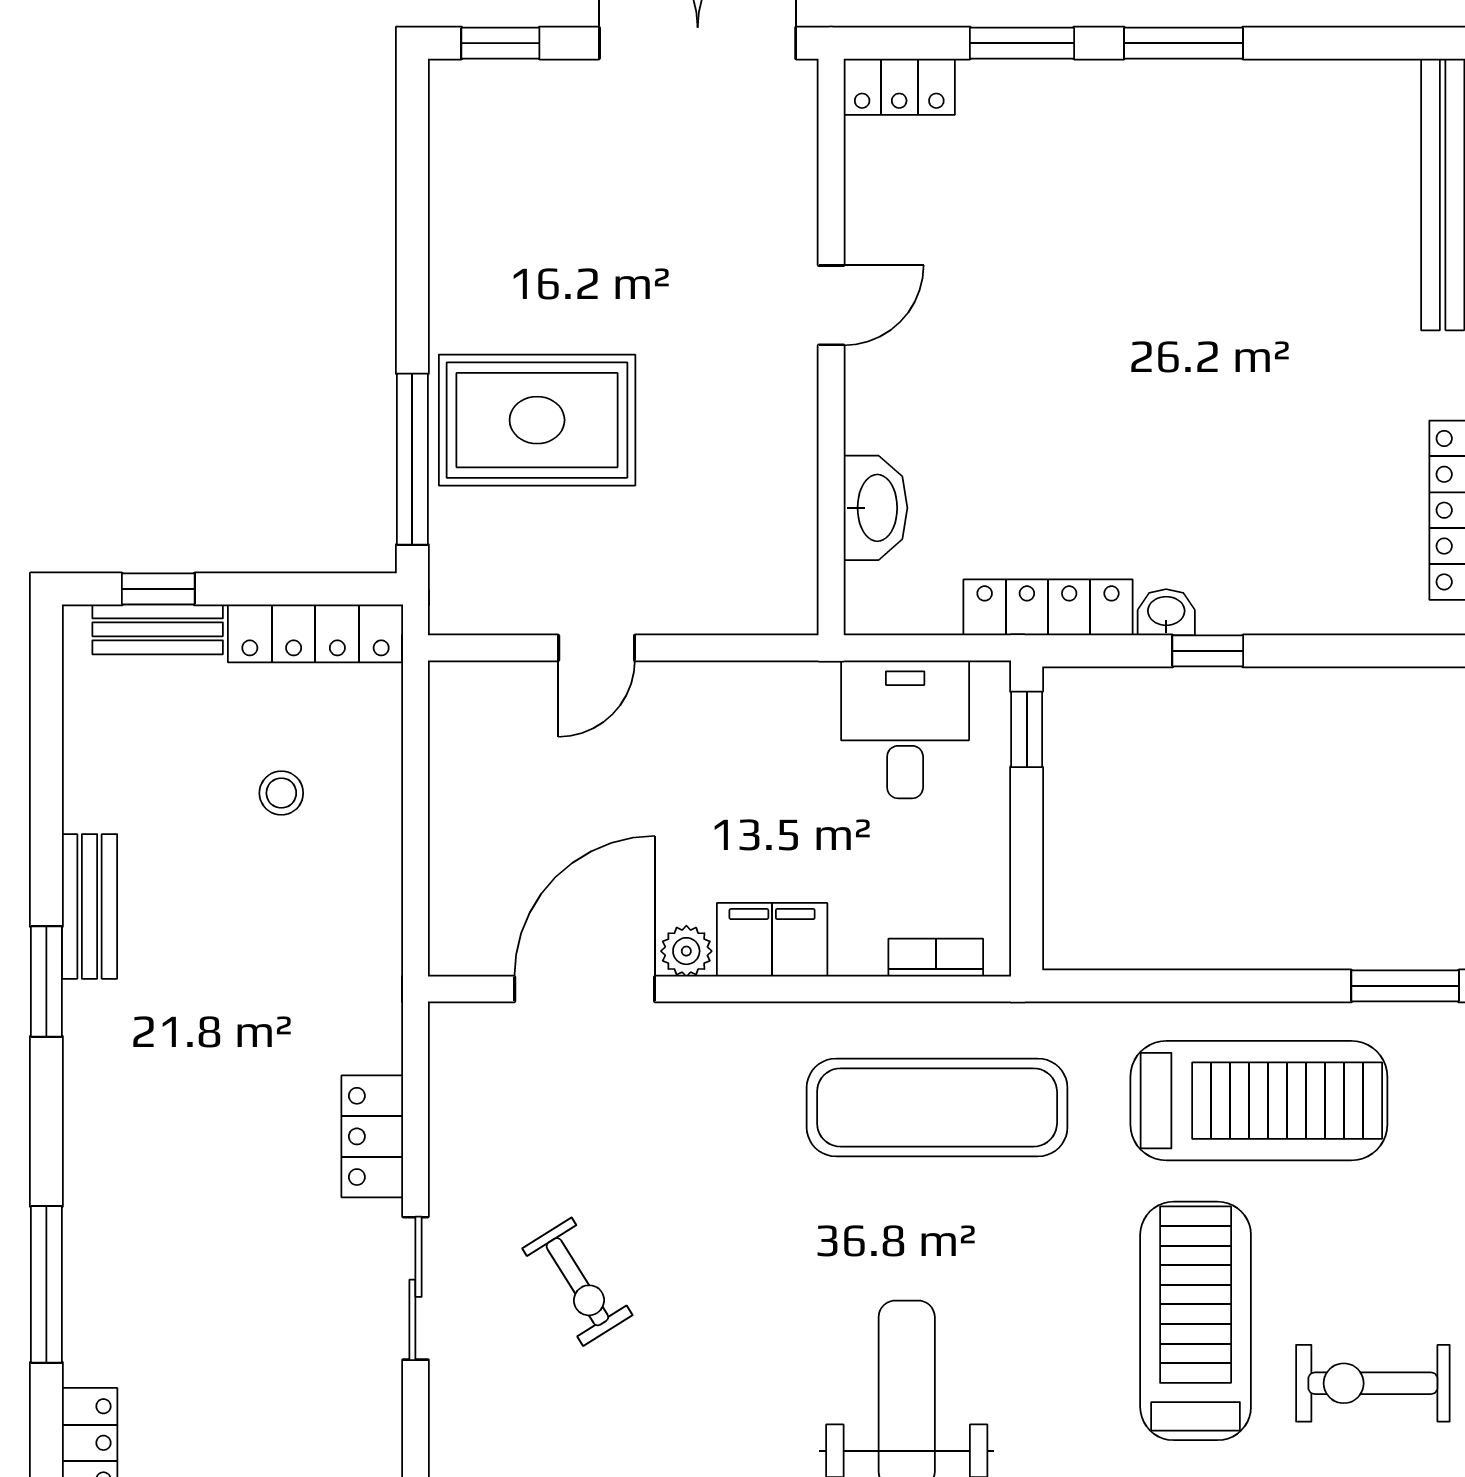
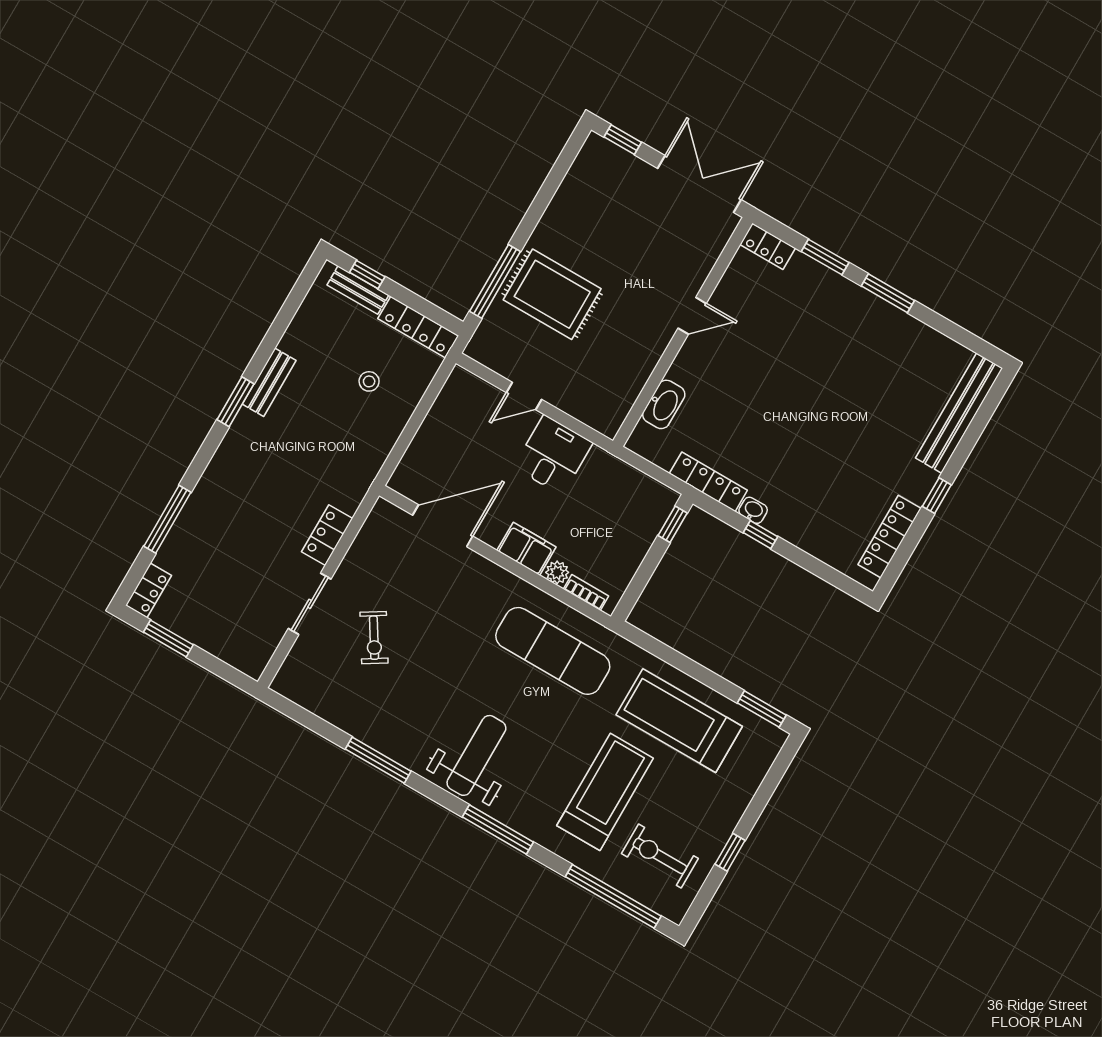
desk: (905, 729) -> (553, 455), moved
plant: (686, 951) -> (557, 572), moved
treadmill: (1259, 1101) -> (679, 721), turned 180

